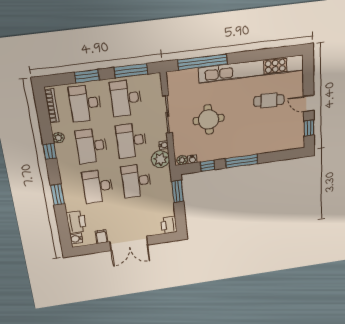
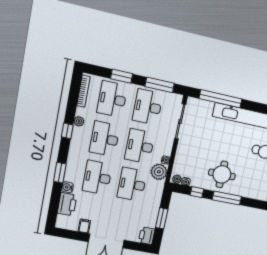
sliding door: (167, 114) -> (180, 121), moved
round table: (209, 120) -> (222, 174), moved
window: (178, 191) -> (162, 218), moved
water cooler: (76, 239) -> (67, 187), moved

